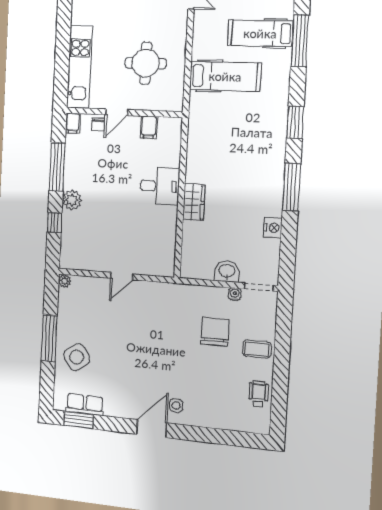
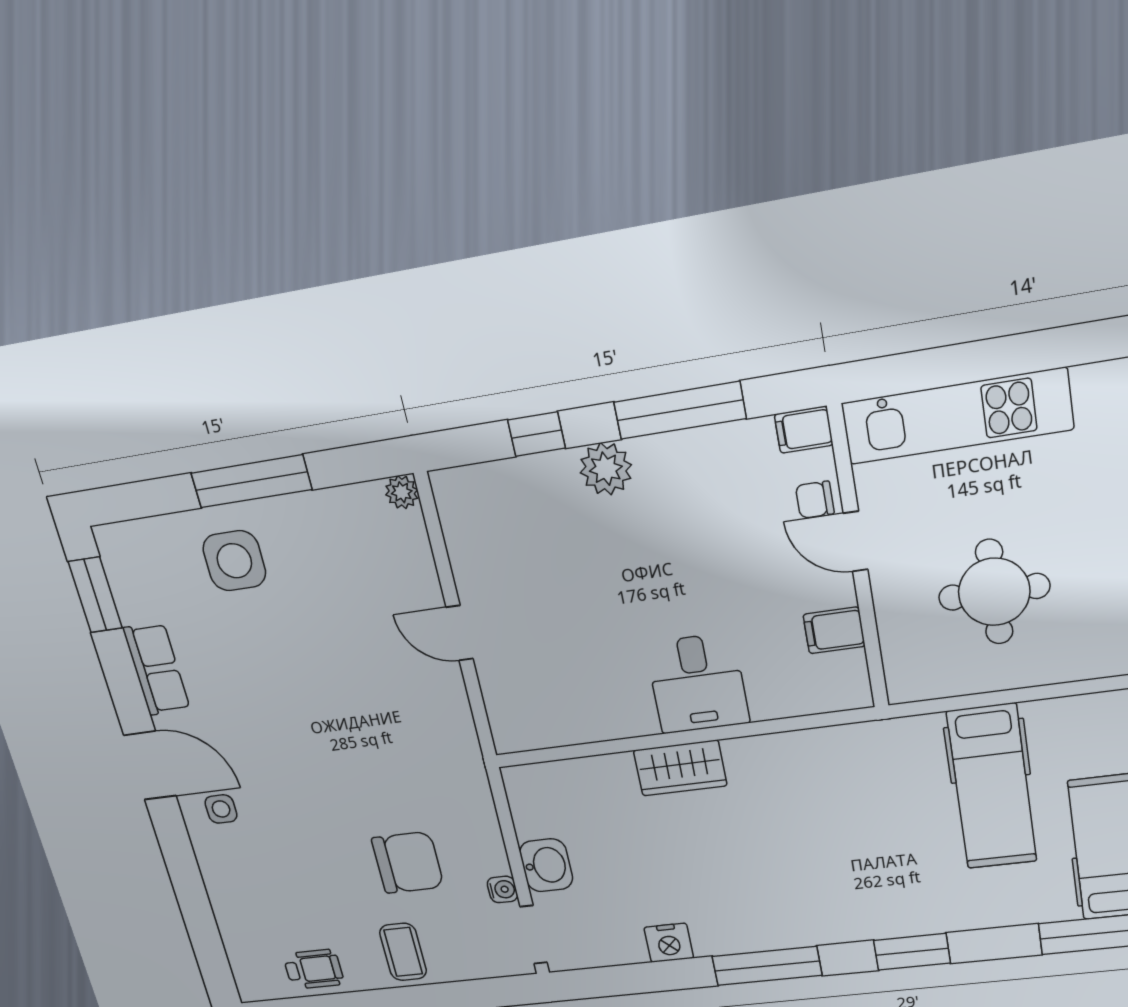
side table: (77, 357) -> (234, 561), turned 34
row of seats: (85, 405) -> (156, 669), moved

